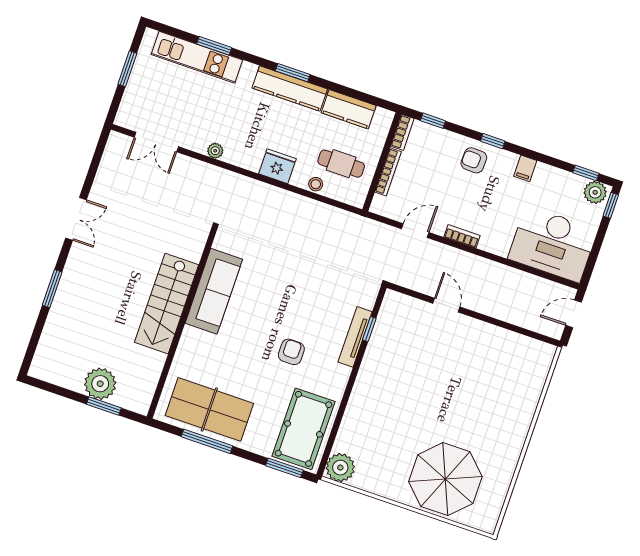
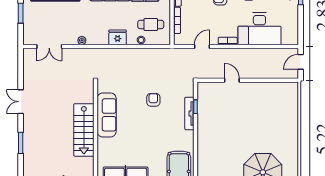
double door: (76, 219) -> (21, 102), swing flipped
desk: (553, 244) -> (259, 29), moved
armchair: (291, 352) -> (153, 100), moved

